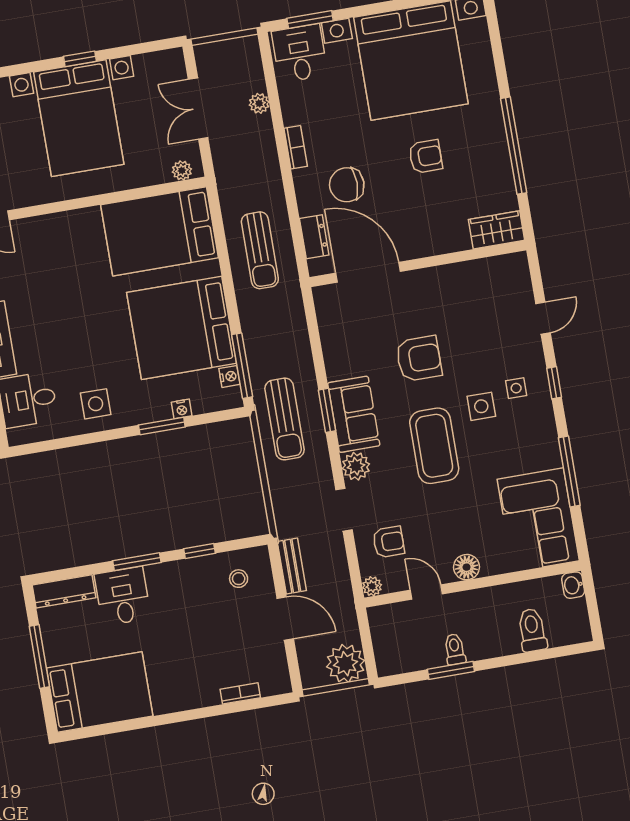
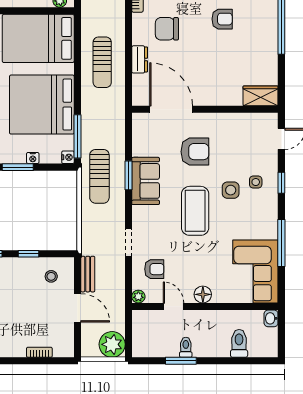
wardrobe: (496, 230) -> (261, 96), moved
wall: (418, 264) -> (205, 109), moved
door: (368, 272) -> (171, 109), moved
nightstand: (229, 376) -> (68, 157), moved
plant: (356, 466) -> (141, 215), removed

